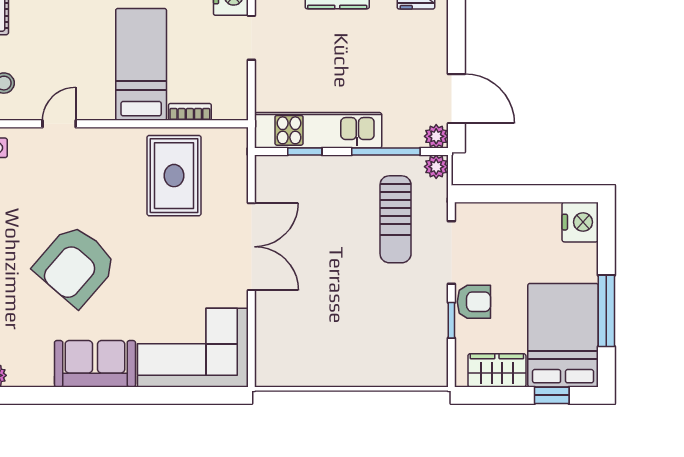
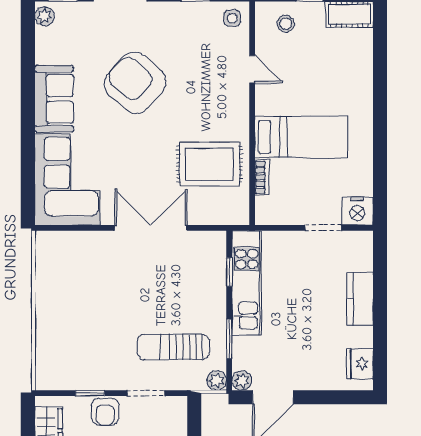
window: (386, 152) -> (229, 339), width x0.69
double door: (251, 247) -> (151, 228), swing flipped
doorway: (451, 252) -> (146, 393), width x0.73

